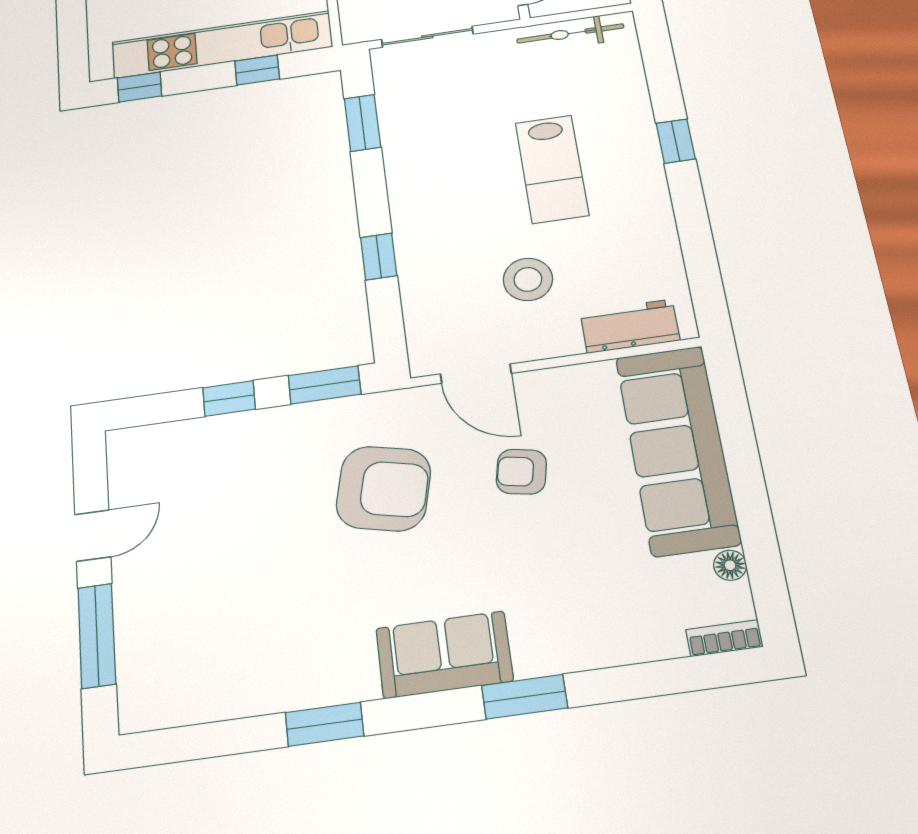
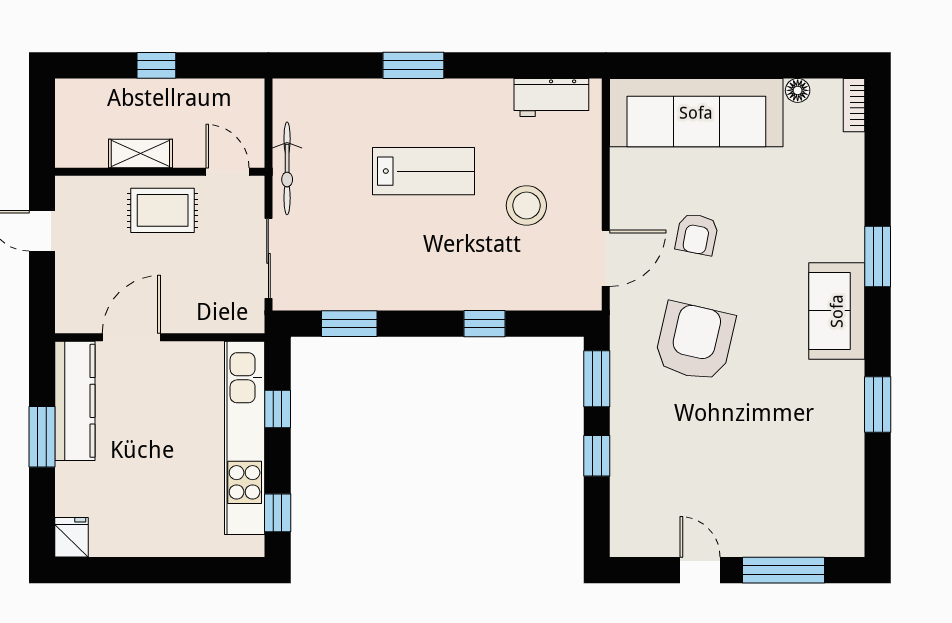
bicycle: (570, 33) -> (287, 168), moved
window: (676, 141) -> (413, 65), width x1.50
workbench: (630, 326) -> (551, 98), moved, turned -90

